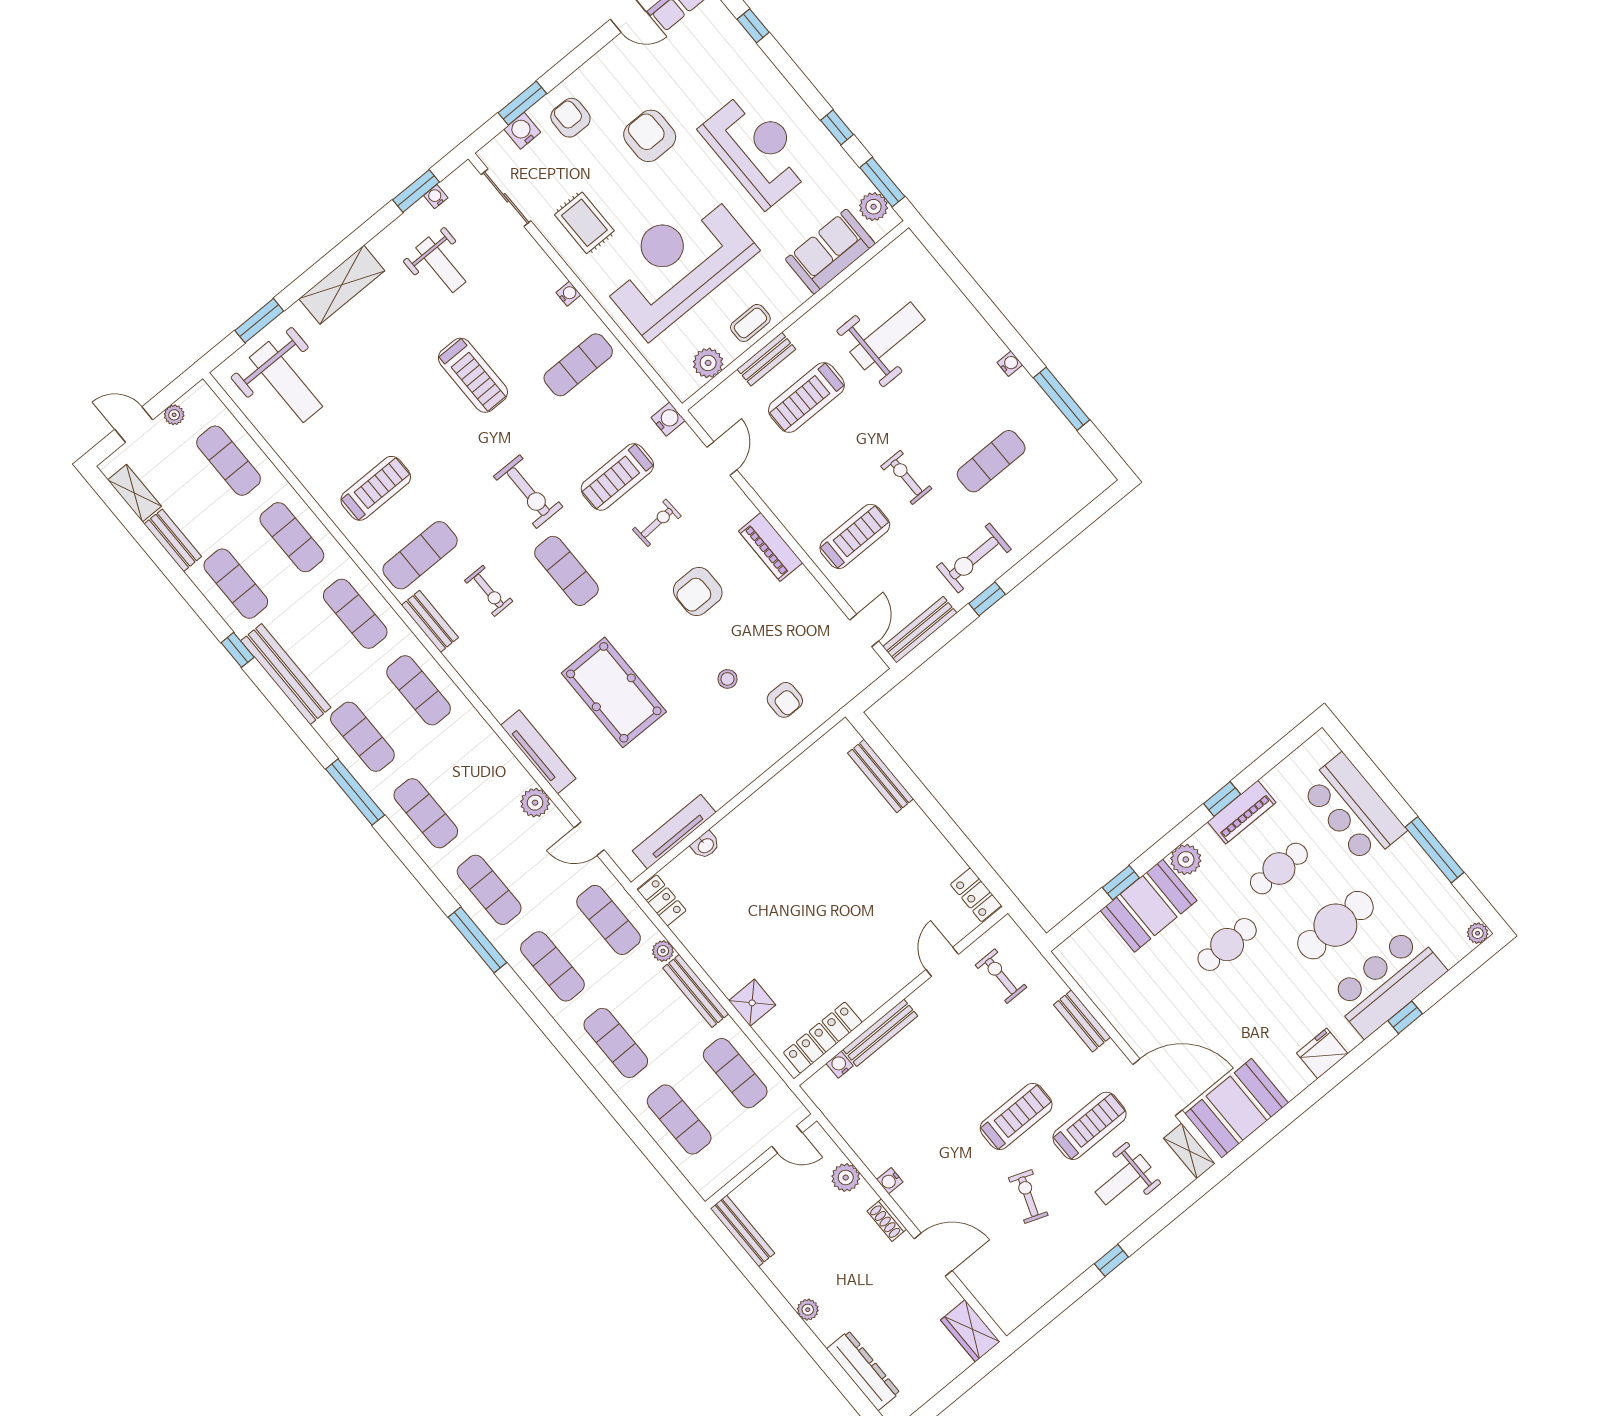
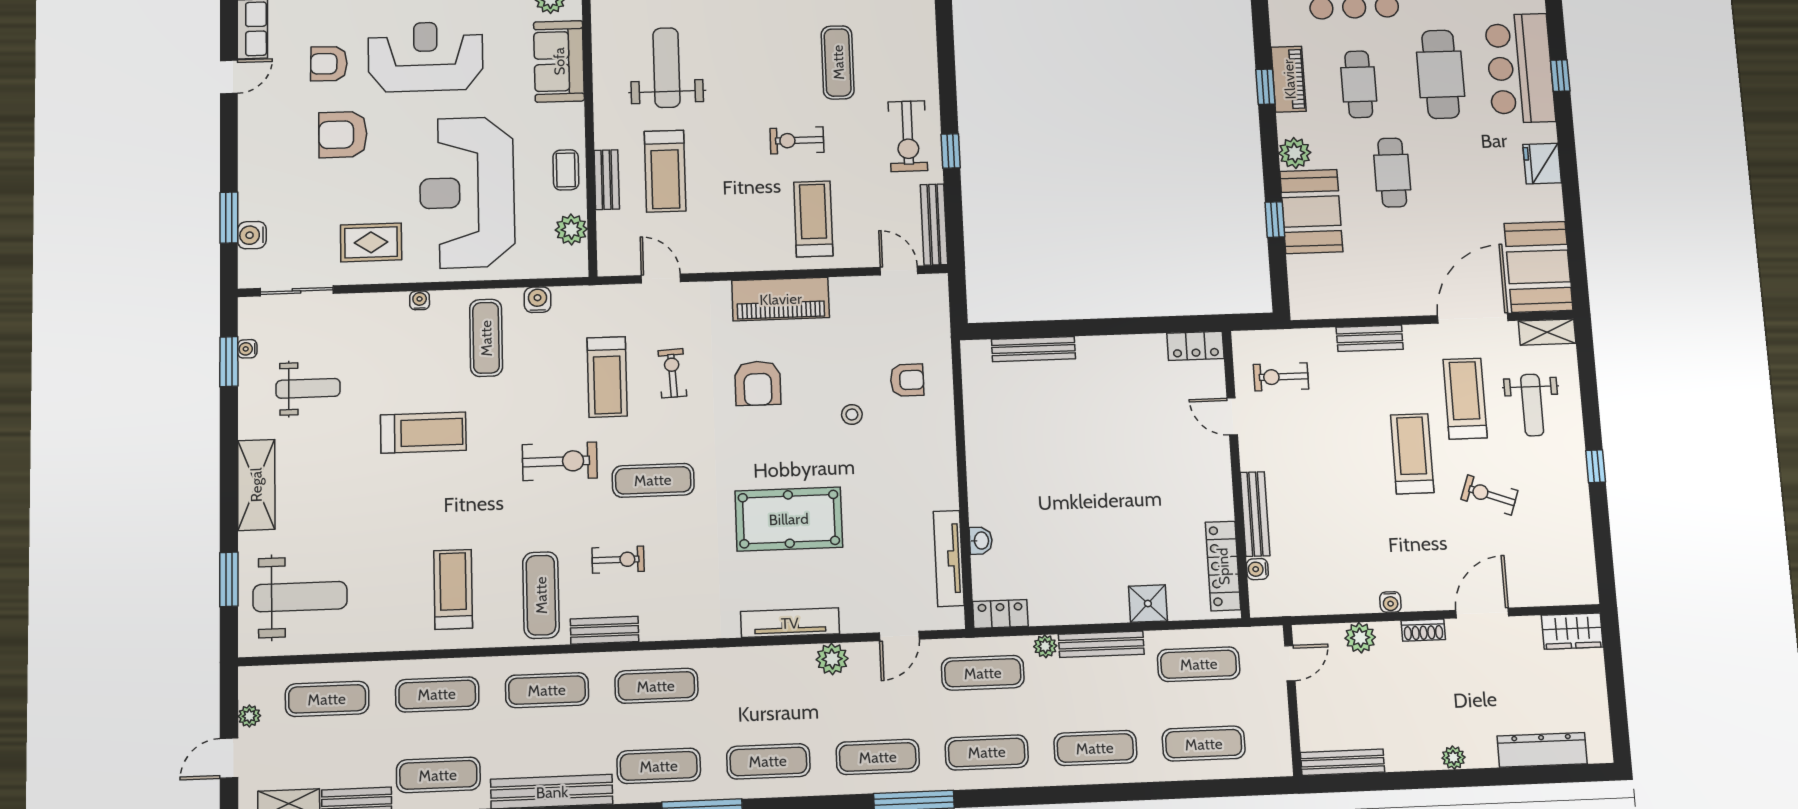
armchair: (570, 118) -> (329, 64), moved
water cooler: (668, 419) -> (538, 300), moved
piano: (771, 547) -> (781, 299), width x1.37, depth x1.33

